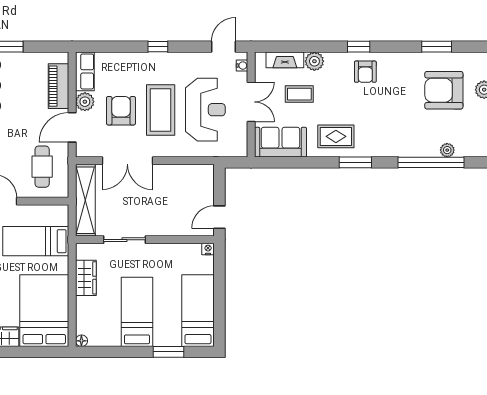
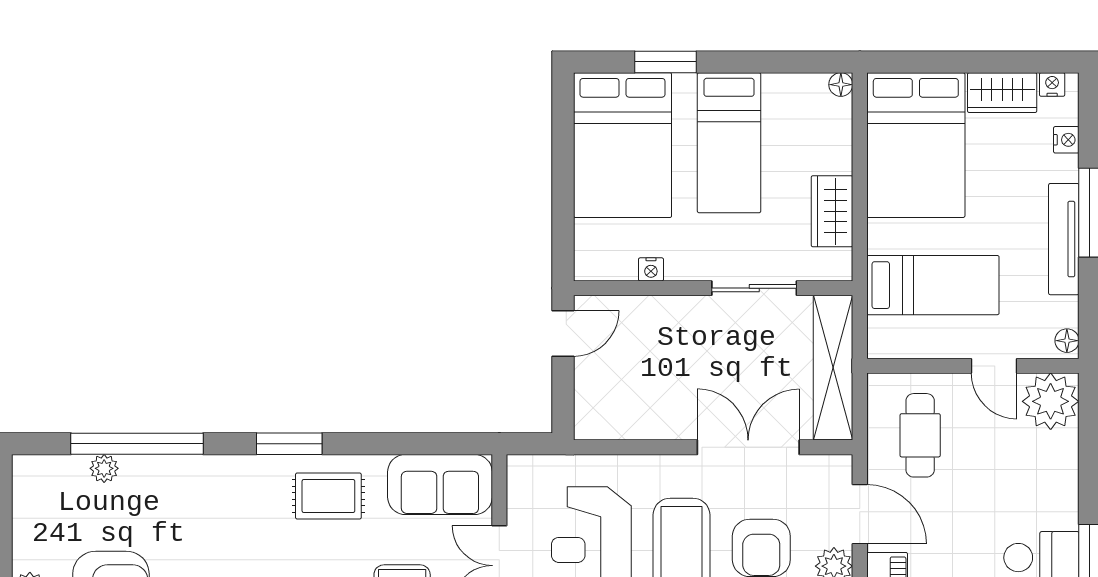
door: (72, 127) -> (860, 514), hinge flipped
nightstand: (208, 249) -> (651, 269), moved
bed: (198, 311) -> (623, 145), width x1.50

